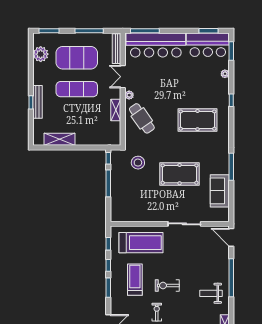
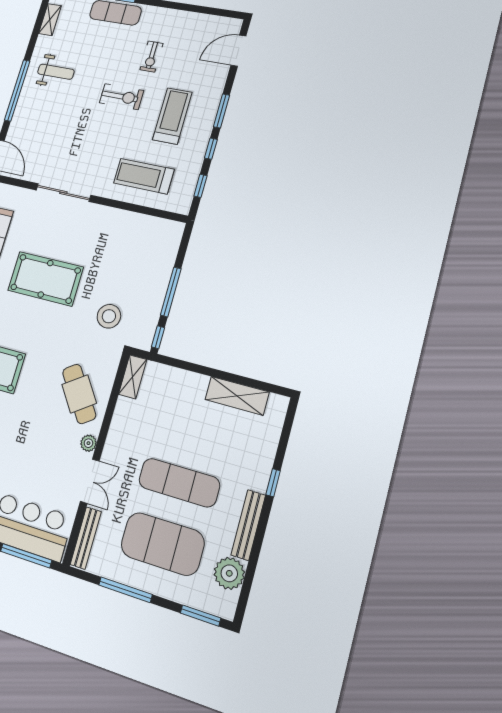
bench: (37, 102) -> (248, 525), moved
shelving: (116, 110) -> (133, 377), moved
treadmill: (141, 243) -> (144, 176), width x0.73, depth x0.73
treadmill: (135, 280) -> (172, 116), turned 180

